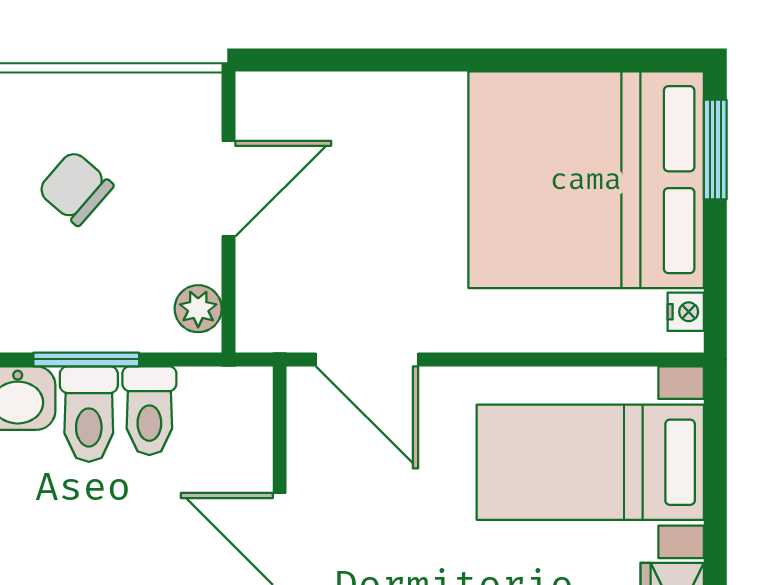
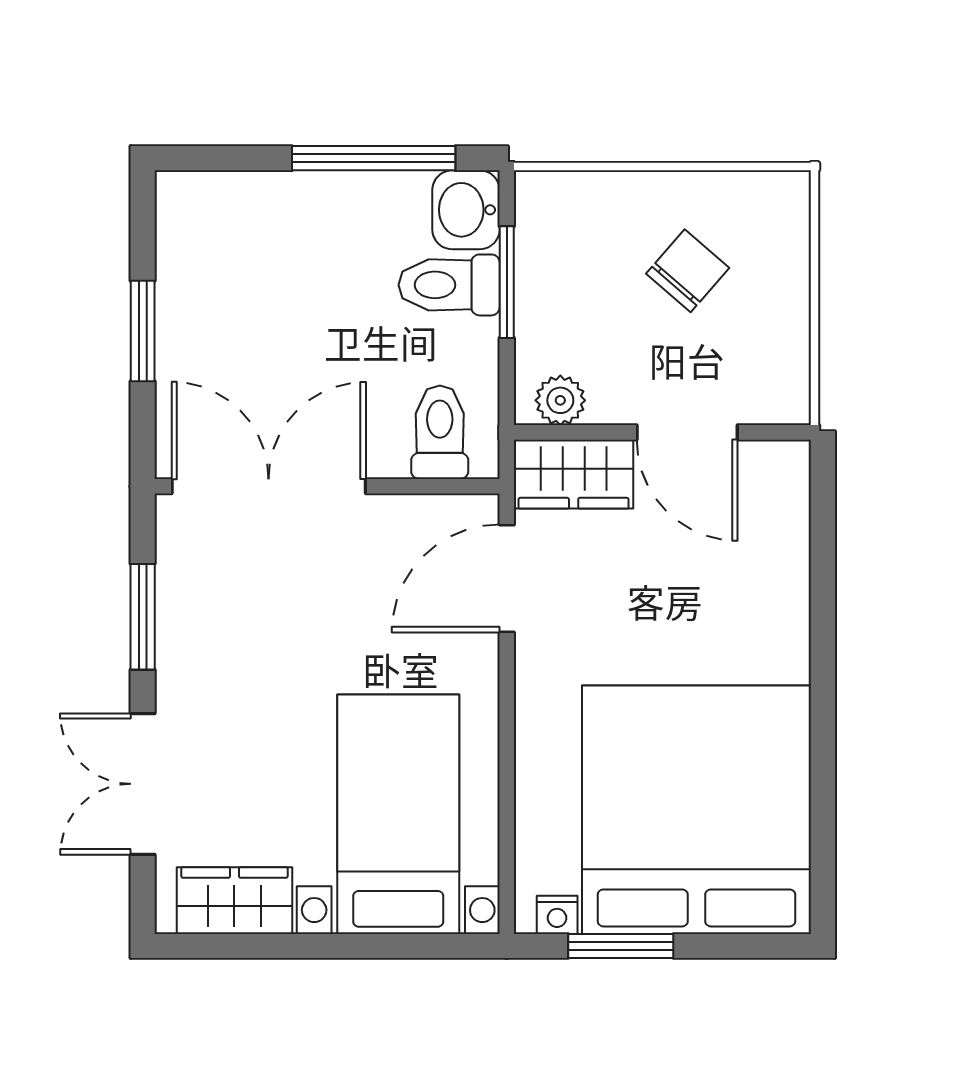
window: (715, 150) -> (621, 946), moved
wardrobe: (268, 296) -> (574, 474), added
toilet: (149, 411) -> (440, 432), moved, turned 90

